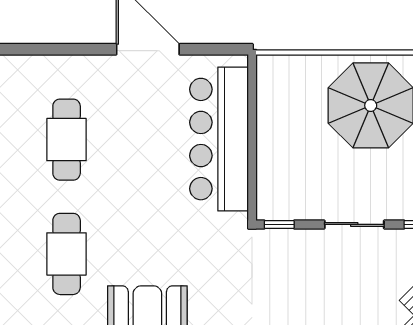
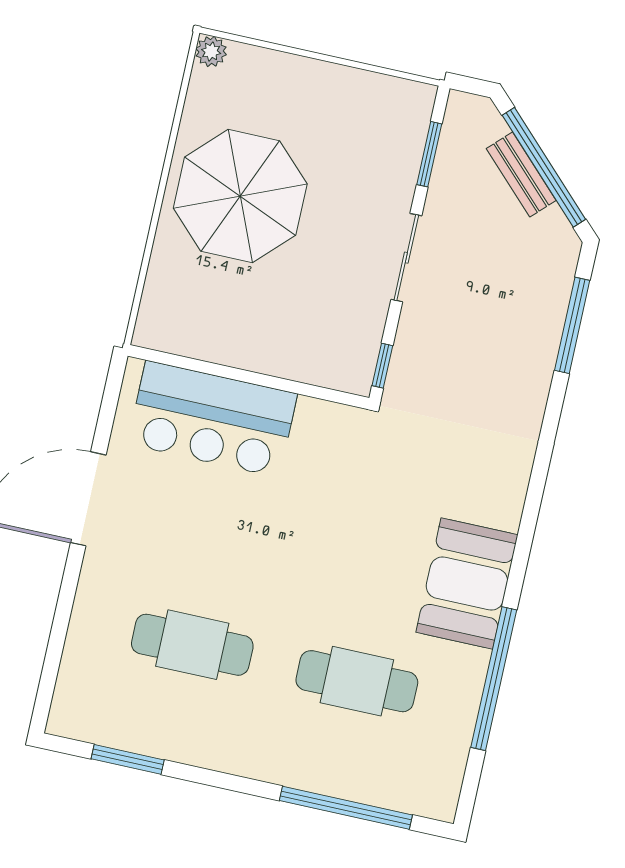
bar counter: (219, 139) -> (212, 419), width x0.73

